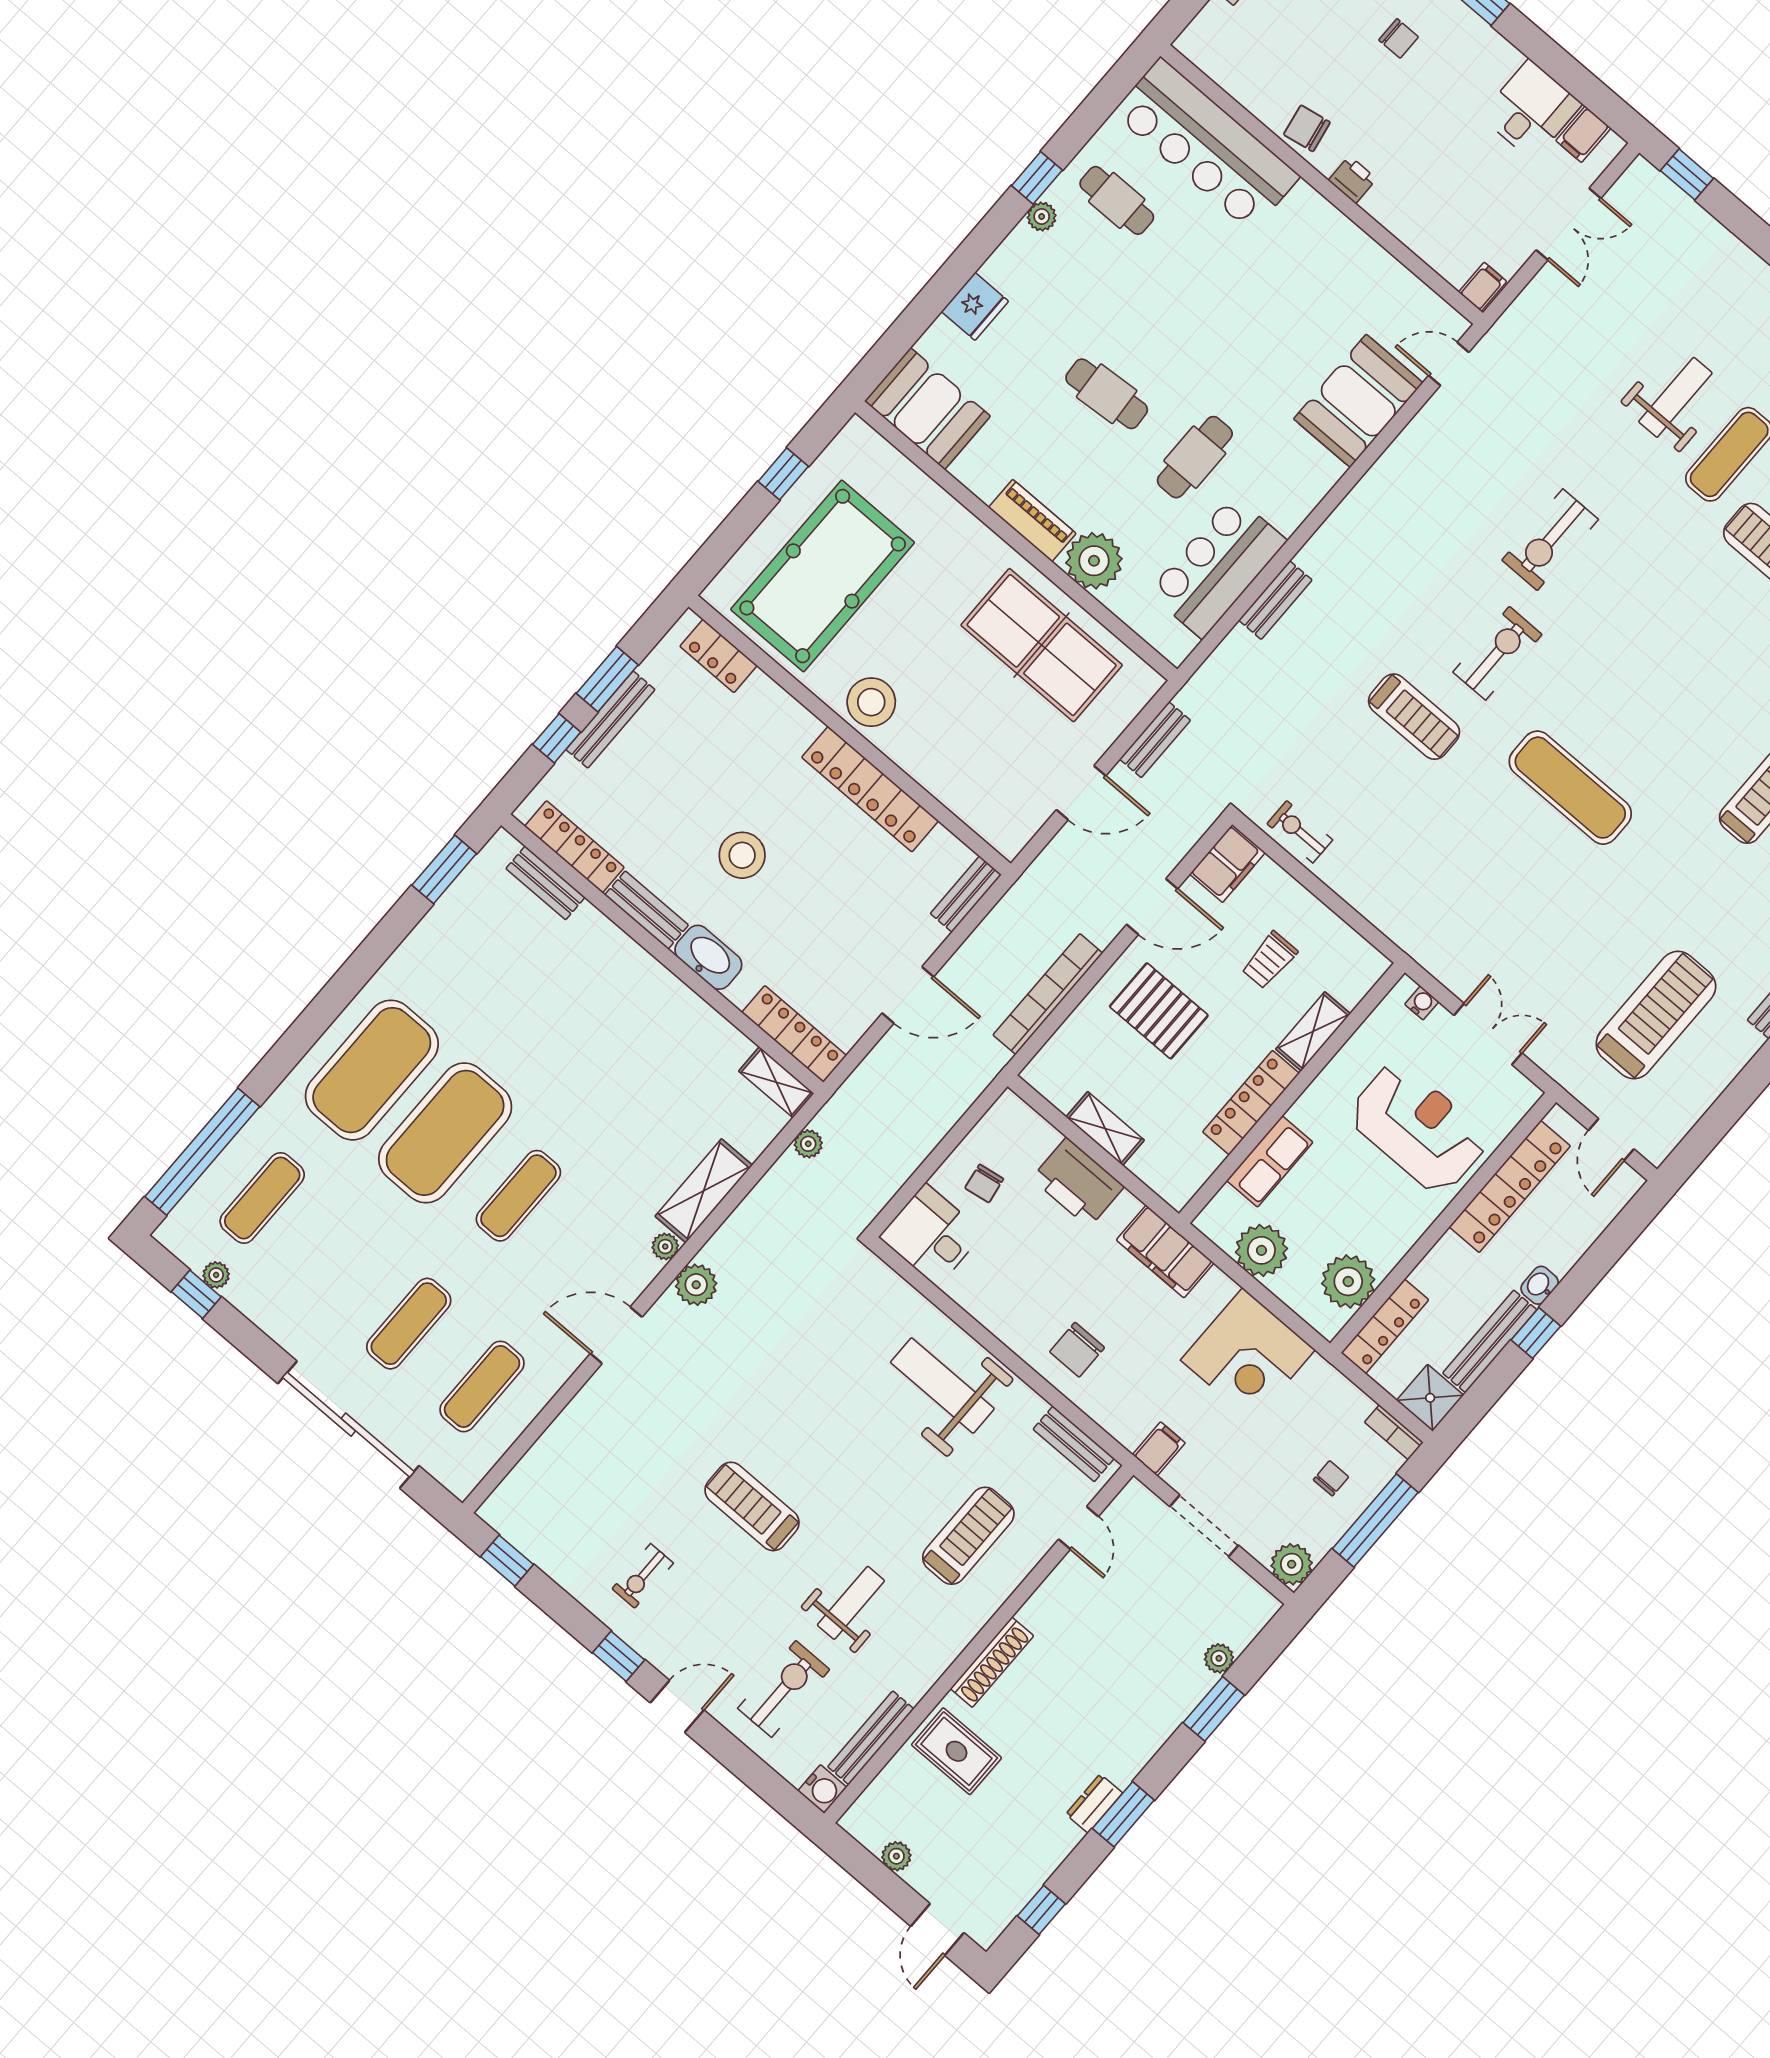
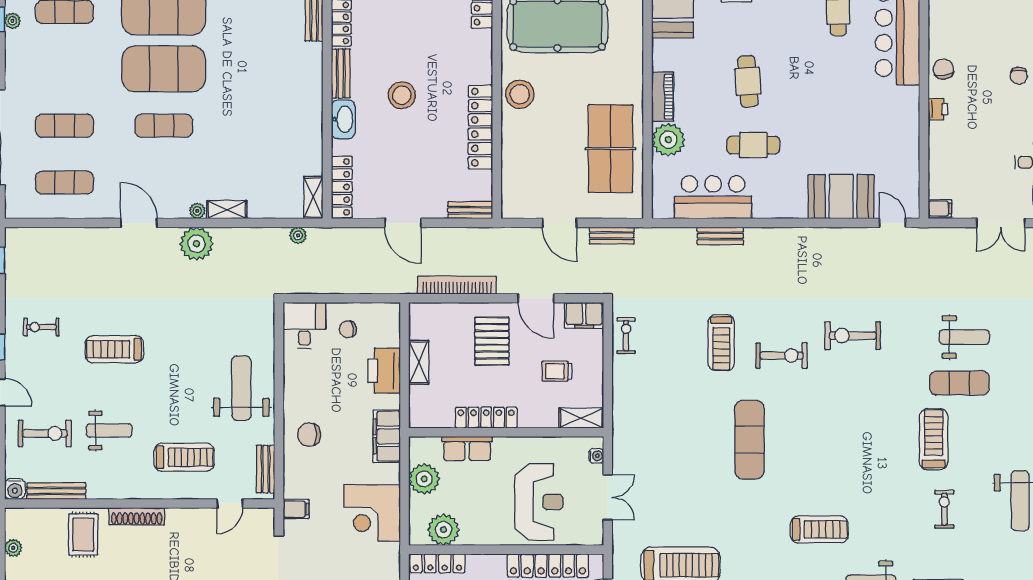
shelving: (1313, 1031) -> (581, 418), moved
shelving: (704, 1191) -> (227, 210), width x0.67, depth x0.75
plant: (696, 1285) -> (196, 244), width x1.36, depth x1.36
treadmill: (752, 1506) -> (114, 349), turned -90

